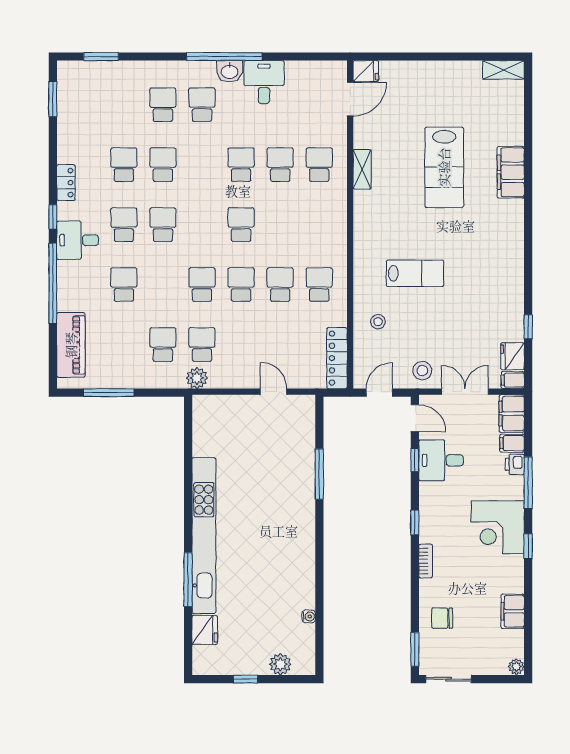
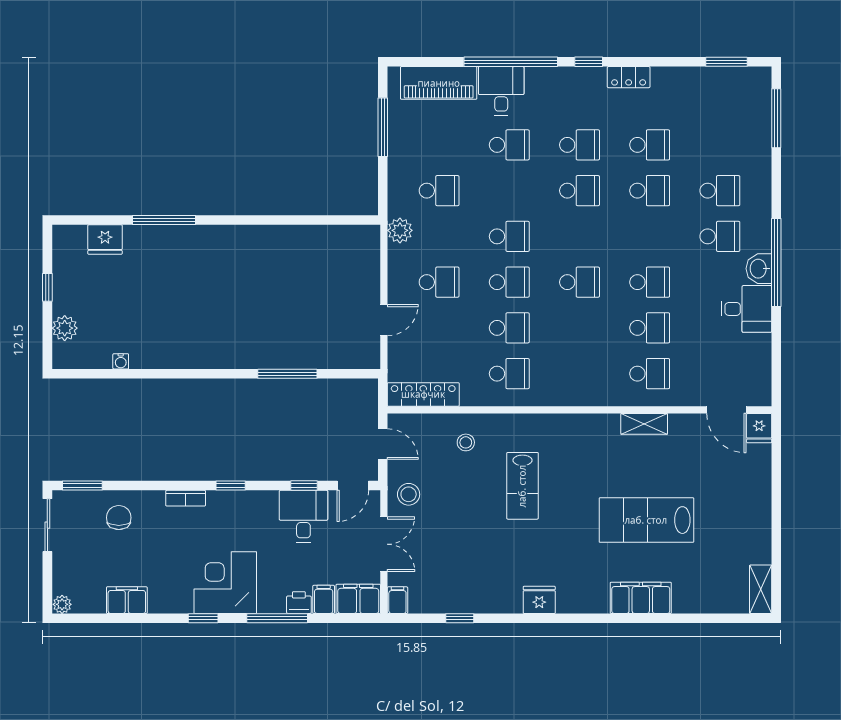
window: (101, 57) -> (776, 118), width x1.44
desk: (78, 240) -> (501, 91), moved
school desk: (202, 345) -> (439, 282), moved
fridge: (512, 356) -> (539, 600), moved
kitchen unit: (204, 536) -> (215, 239), removed

